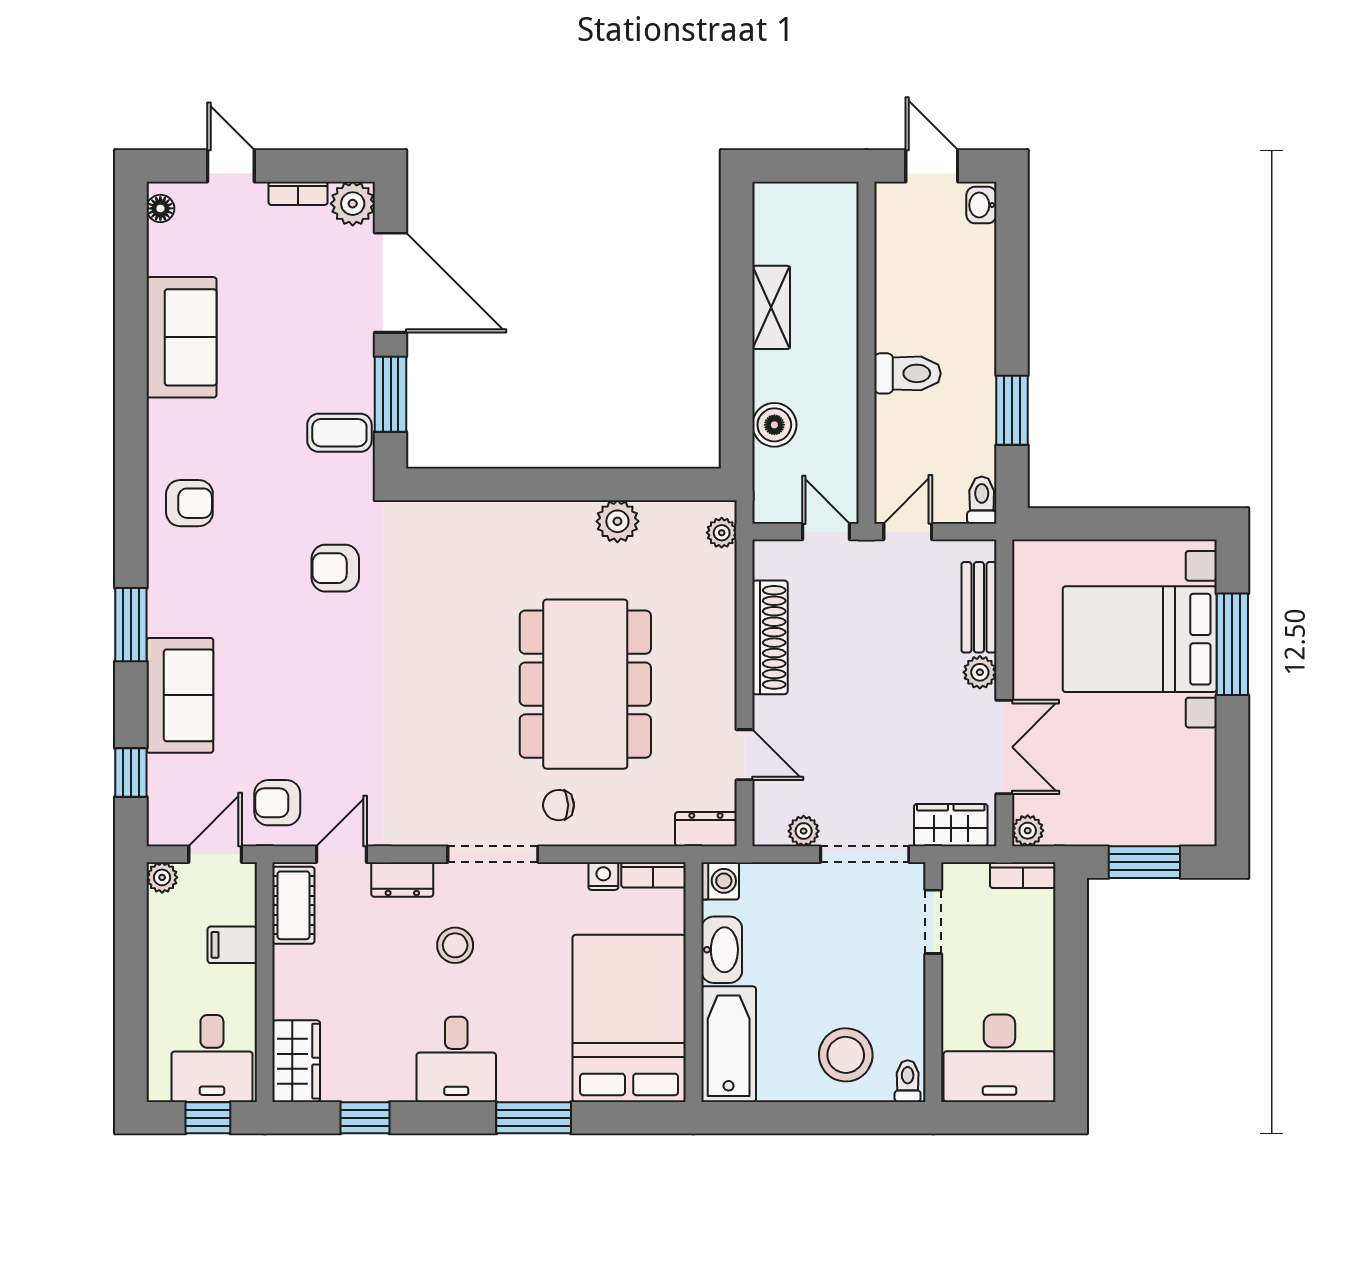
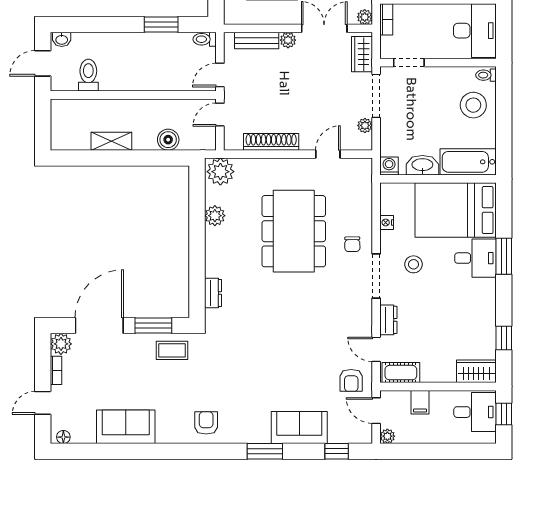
toilet: (908, 373) -> (88, 75), moved
coffee table: (339, 433) -> (172, 350), turned 90
door: (908, 532) -> (220, 75), hinge flipped
plant: (722, 533) -> (220, 172), width x1.87, depth x1.87
armchair: (335, 568) -> (238, 352), removed
dining table: (585, 684) -> (294, 231), turned 90
dresser: (706, 829) -> (213, 293), moved, turned 180
bookcase: (653, 875) -> (386, 198), removed
stool: (455, 945) -> (414, 264), moved
desk: (456, 1059) -> (475, 258), moved

